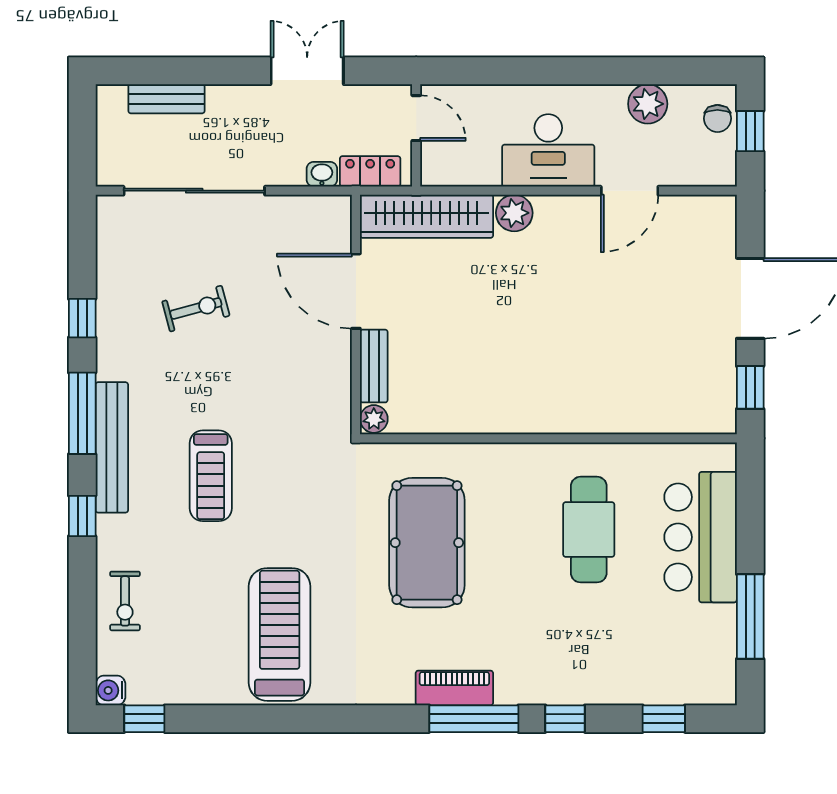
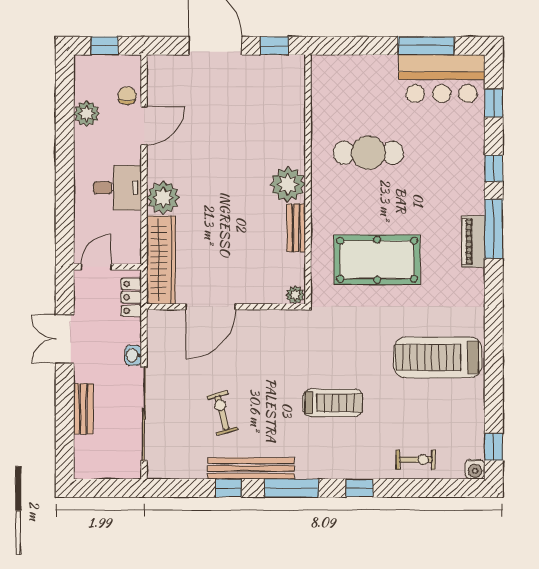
bench: (166, 99) -> (83, 409), moved
chair: (717, 118) -> (127, 96), moved, turned -87
desk: (548, 150) -> (117, 188), width x0.73
washbasin: (322, 174) -> (133, 355), moved
door: (630, 191) -> (144, 126), hinge flipped
plant: (514, 213) -> (163, 198), width x1.36, depth x1.36
bench: (374, 366) -> (296, 228), moved, turned 90
plant: (541, 408) -> (288, 184), added
bench: (112, 447) -> (251, 468), moved
bar counter: (701, 537) -> (442, 79), moved

